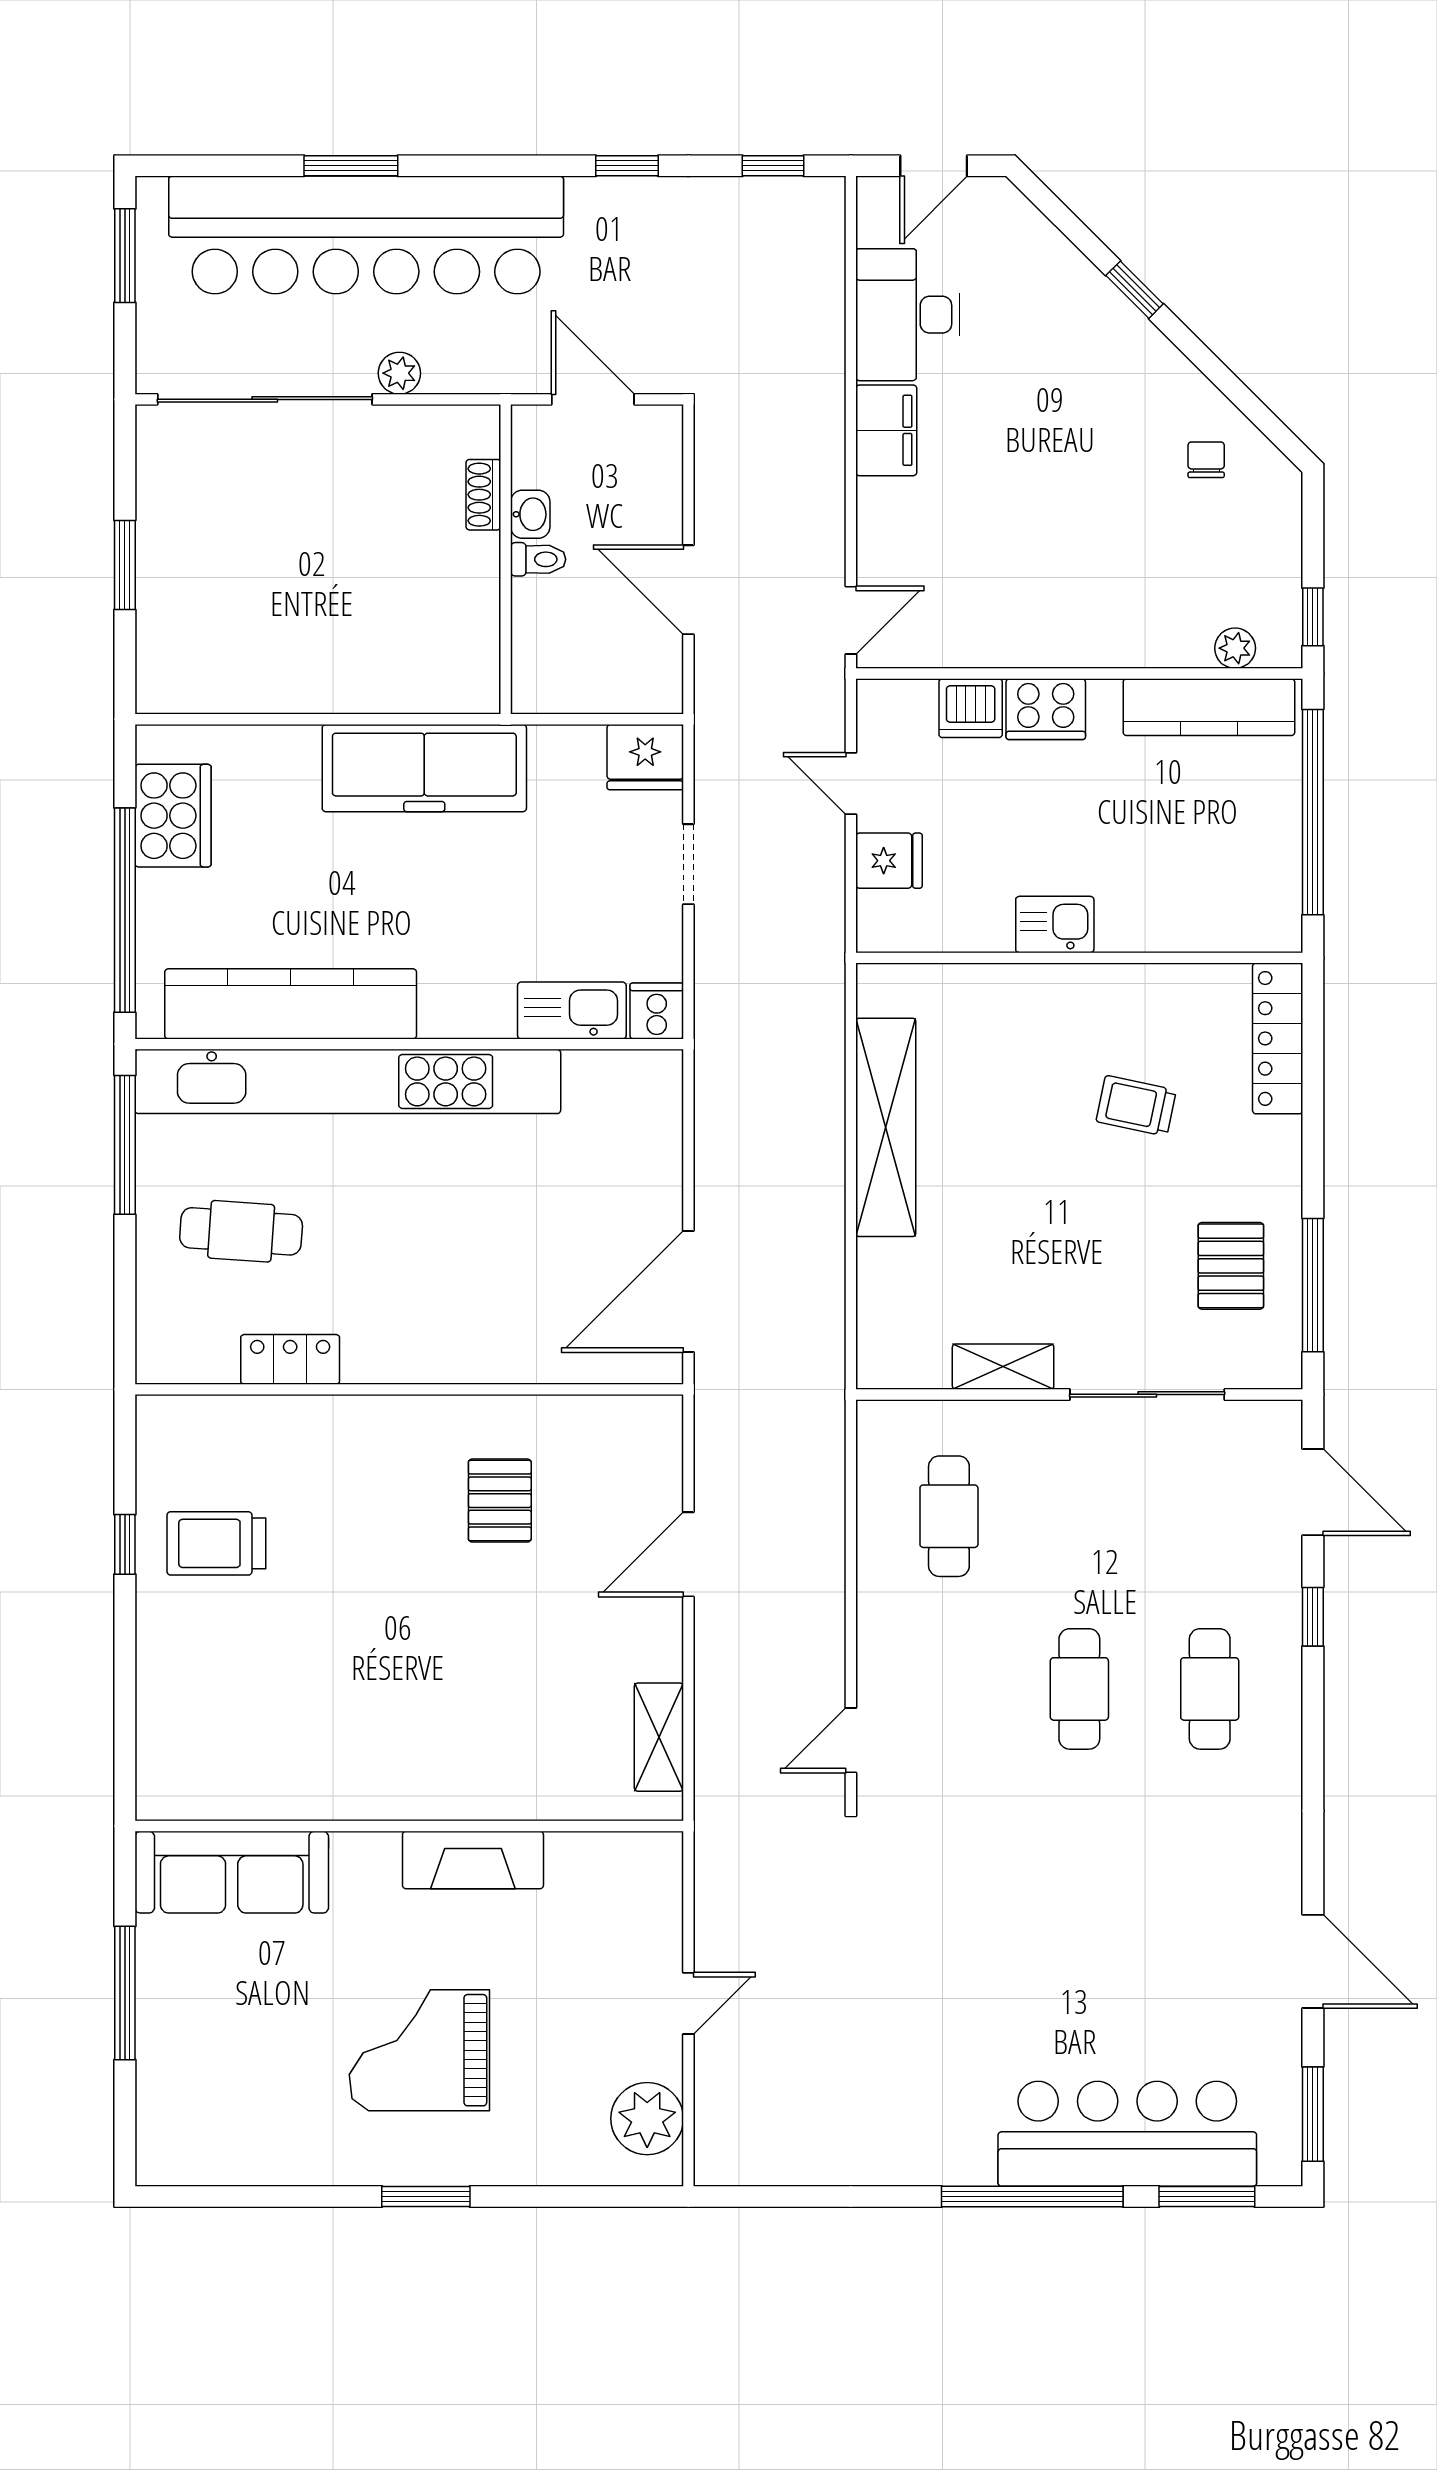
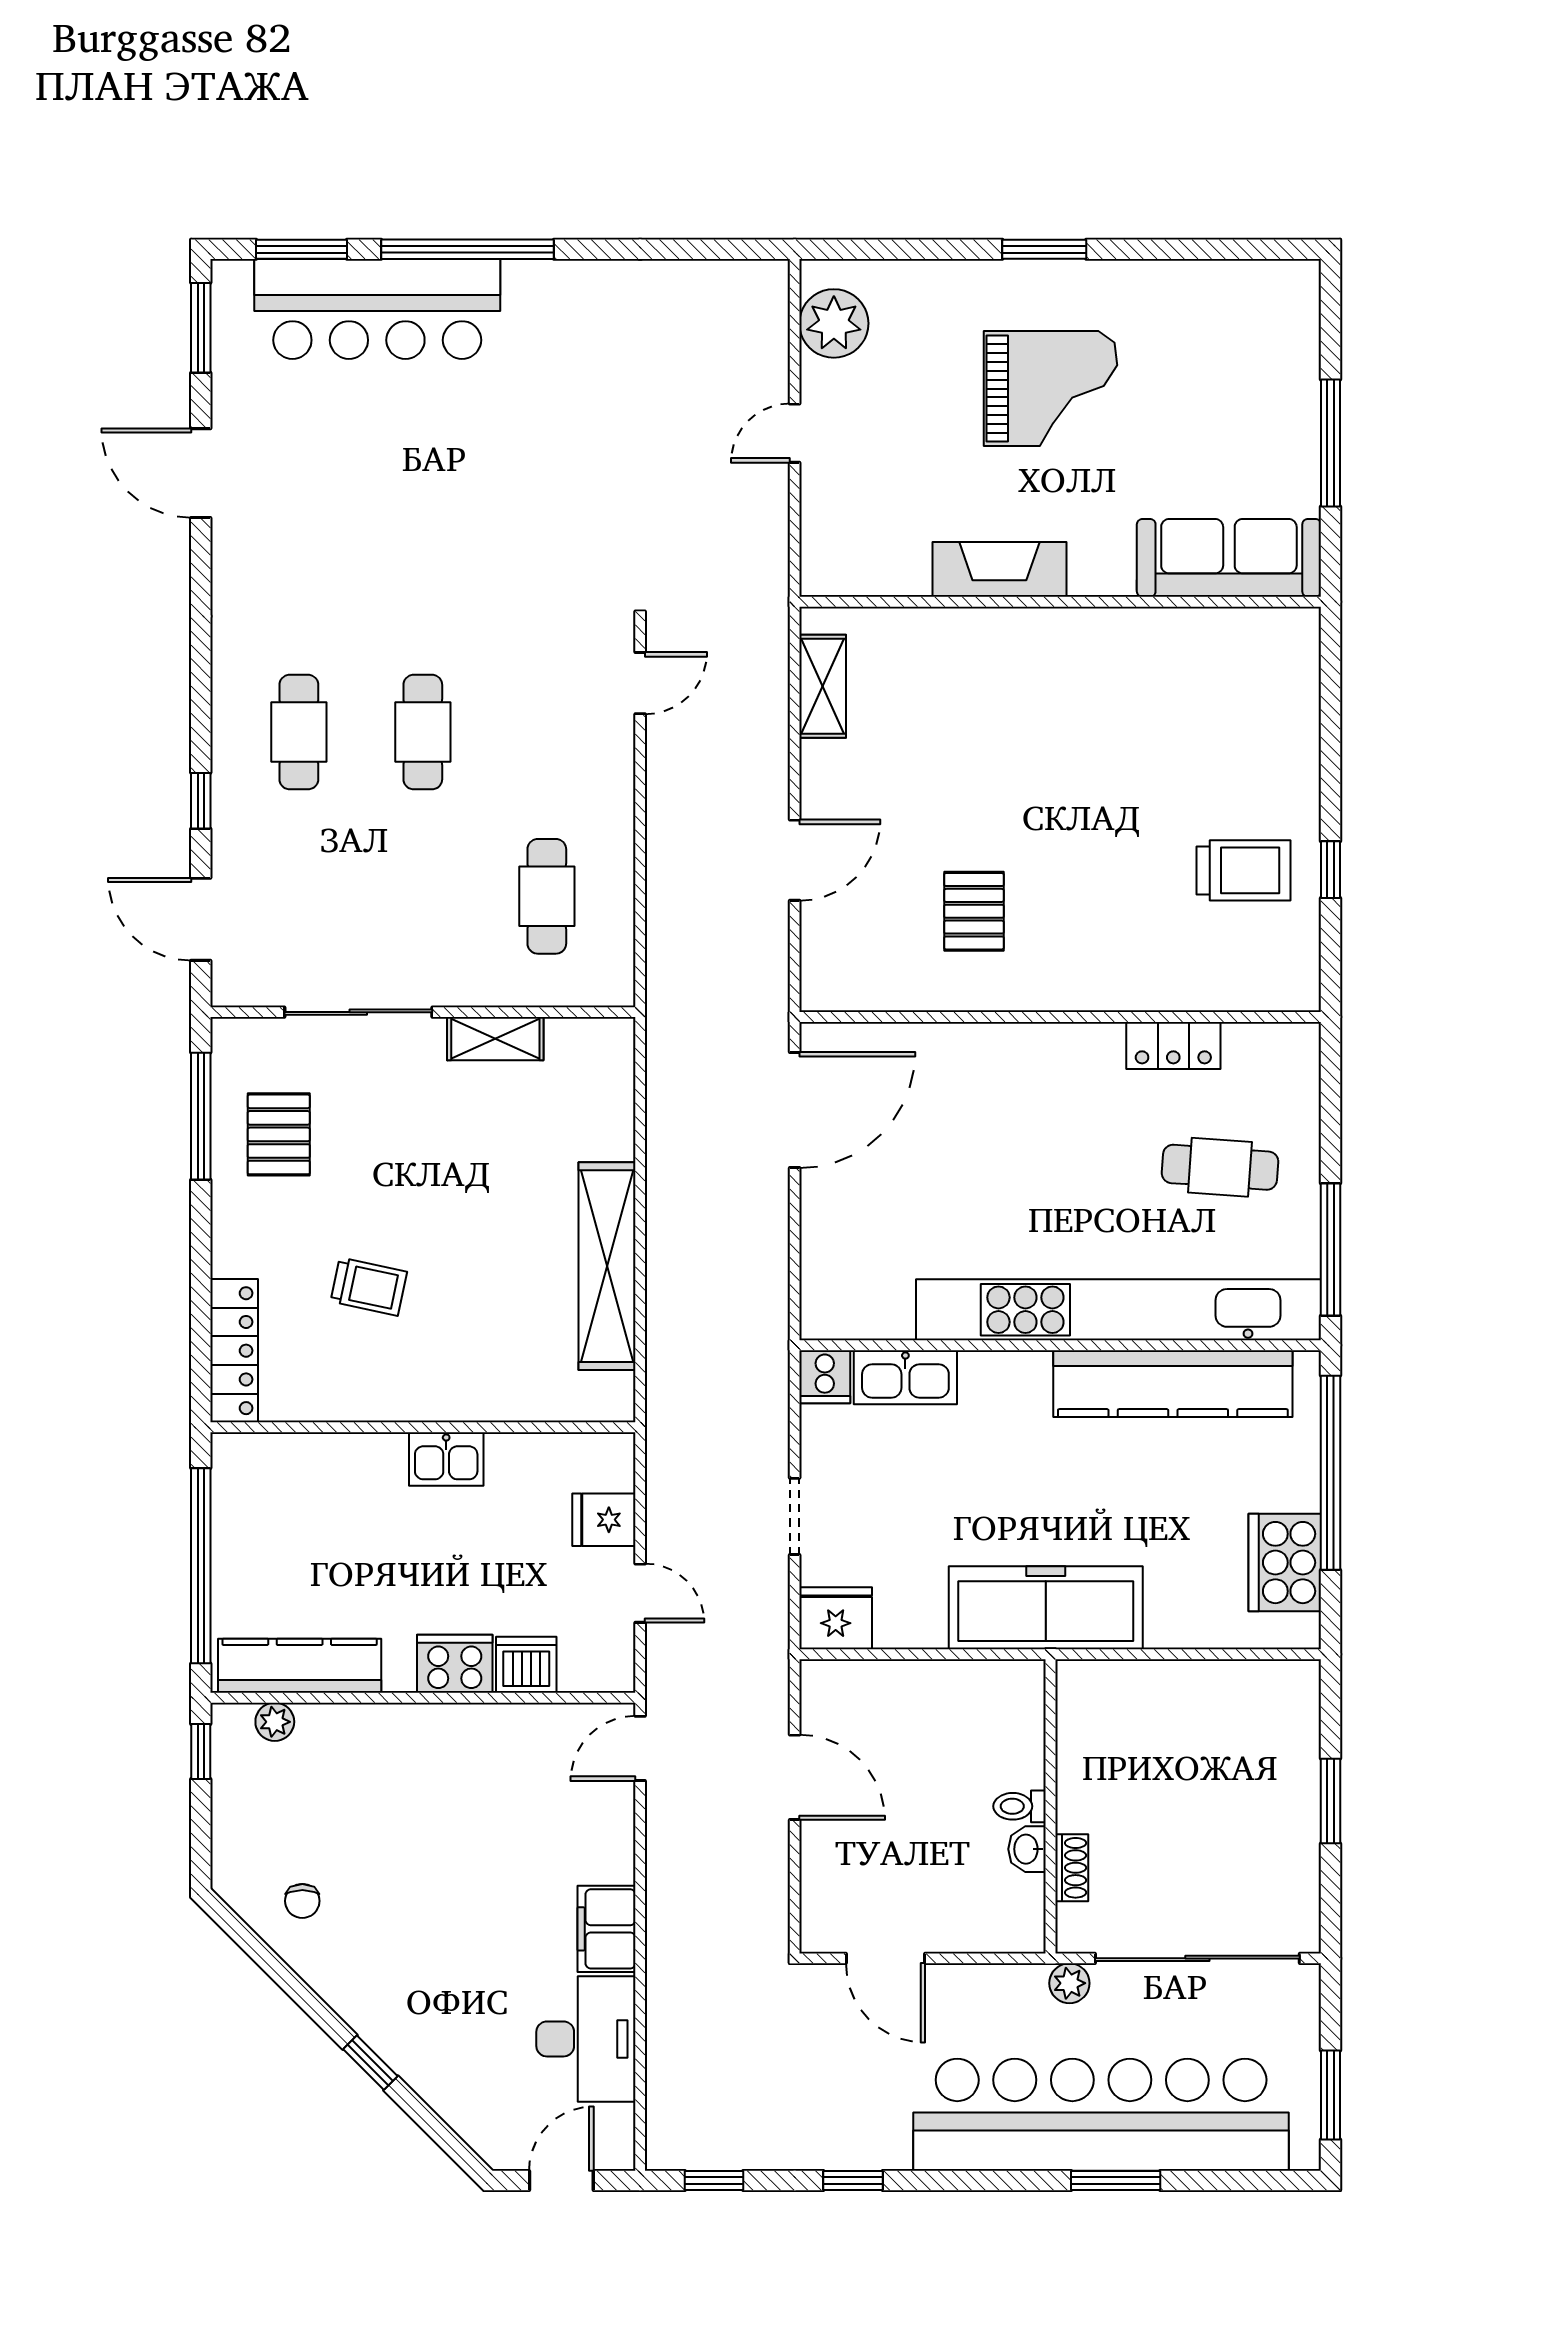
shoe rack: (483, 495) -> (1072, 1868), moved
washbasin: (530, 514) -> (1027, 1849), moved
wall: (506, 559) -> (1050, 1806), moved
toilet: (538, 559) -> (1020, 1806), moved

